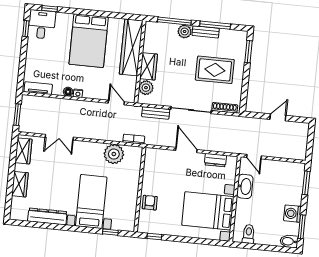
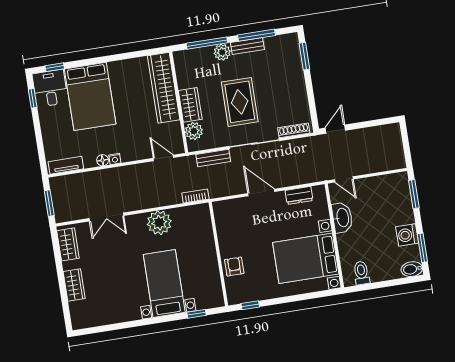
bed: (89, 41) -> (90, 96), moved
rug: (215, 70) -> (240, 102), moved, turned 90
door: (278, 117) -> (335, 129), moved
plant: (114, 154) -> (159, 223), moved
dresser: (47, 216) -> (117, 315), removed

